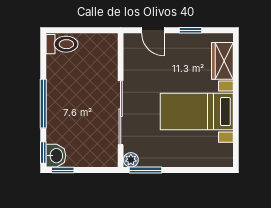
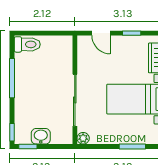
window: (43, 104) -> (12, 78), moved
washbasin: (56, 156) -> (41, 136), moved, turned -90
window: (146, 170) -> (132, 147), moved

